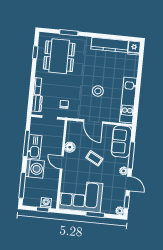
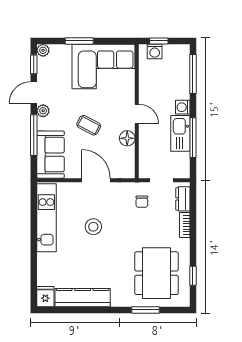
washing machine: (35, 169) -> (183, 107), width x0.53, depth x0.53
door: (129, 184) -> (34, 92), hinge flipped

